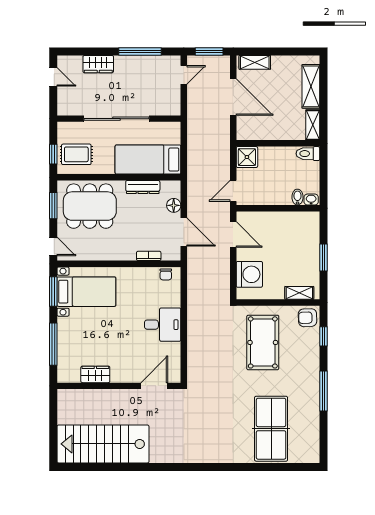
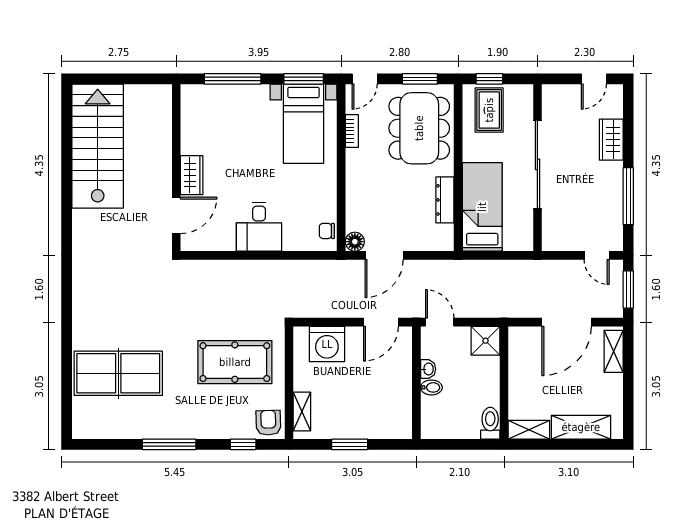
bidet: (297, 197) -> (431, 387), moved
washbasin: (311, 200) -> (428, 369), moved
floor lamp: (174, 205) -> (355, 242), moved
bookcase: (149, 256) -> (352, 131), moved
wardrobe: (95, 374) -> (192, 175), moved
door: (154, 386) -> (176, 215), hinge flipped

